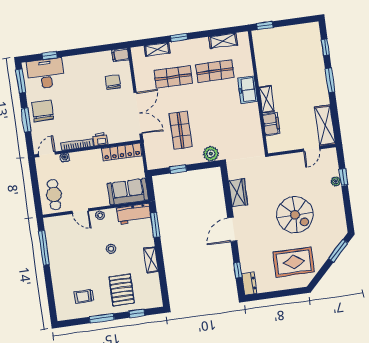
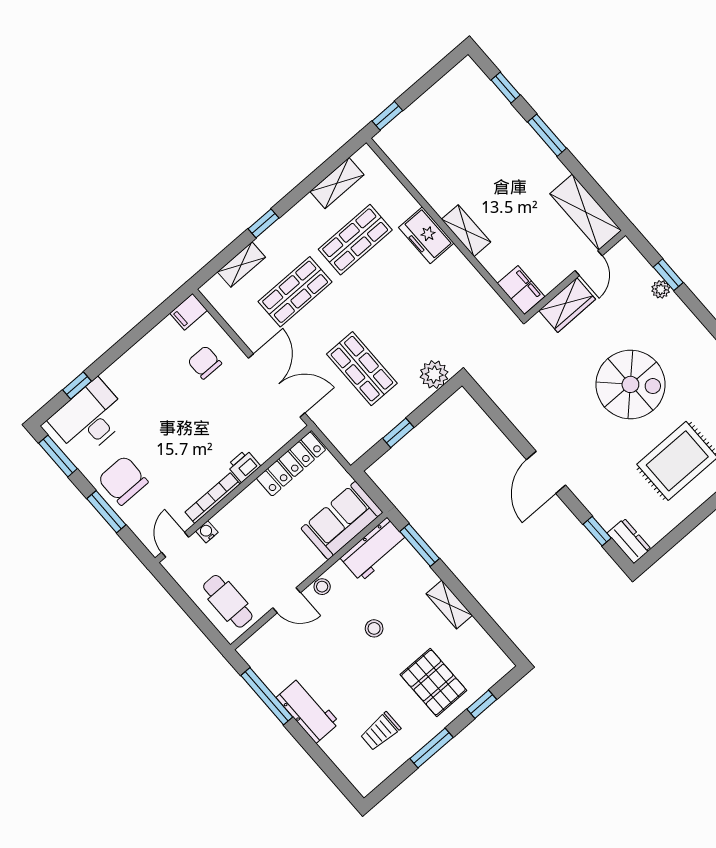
filing cabinet: (271, 124) -> (521, 290), moved
wardrobe: (238, 193) -> (567, 305), moved, turned 90
workbench: (58, 266) -> (308, 710), added

